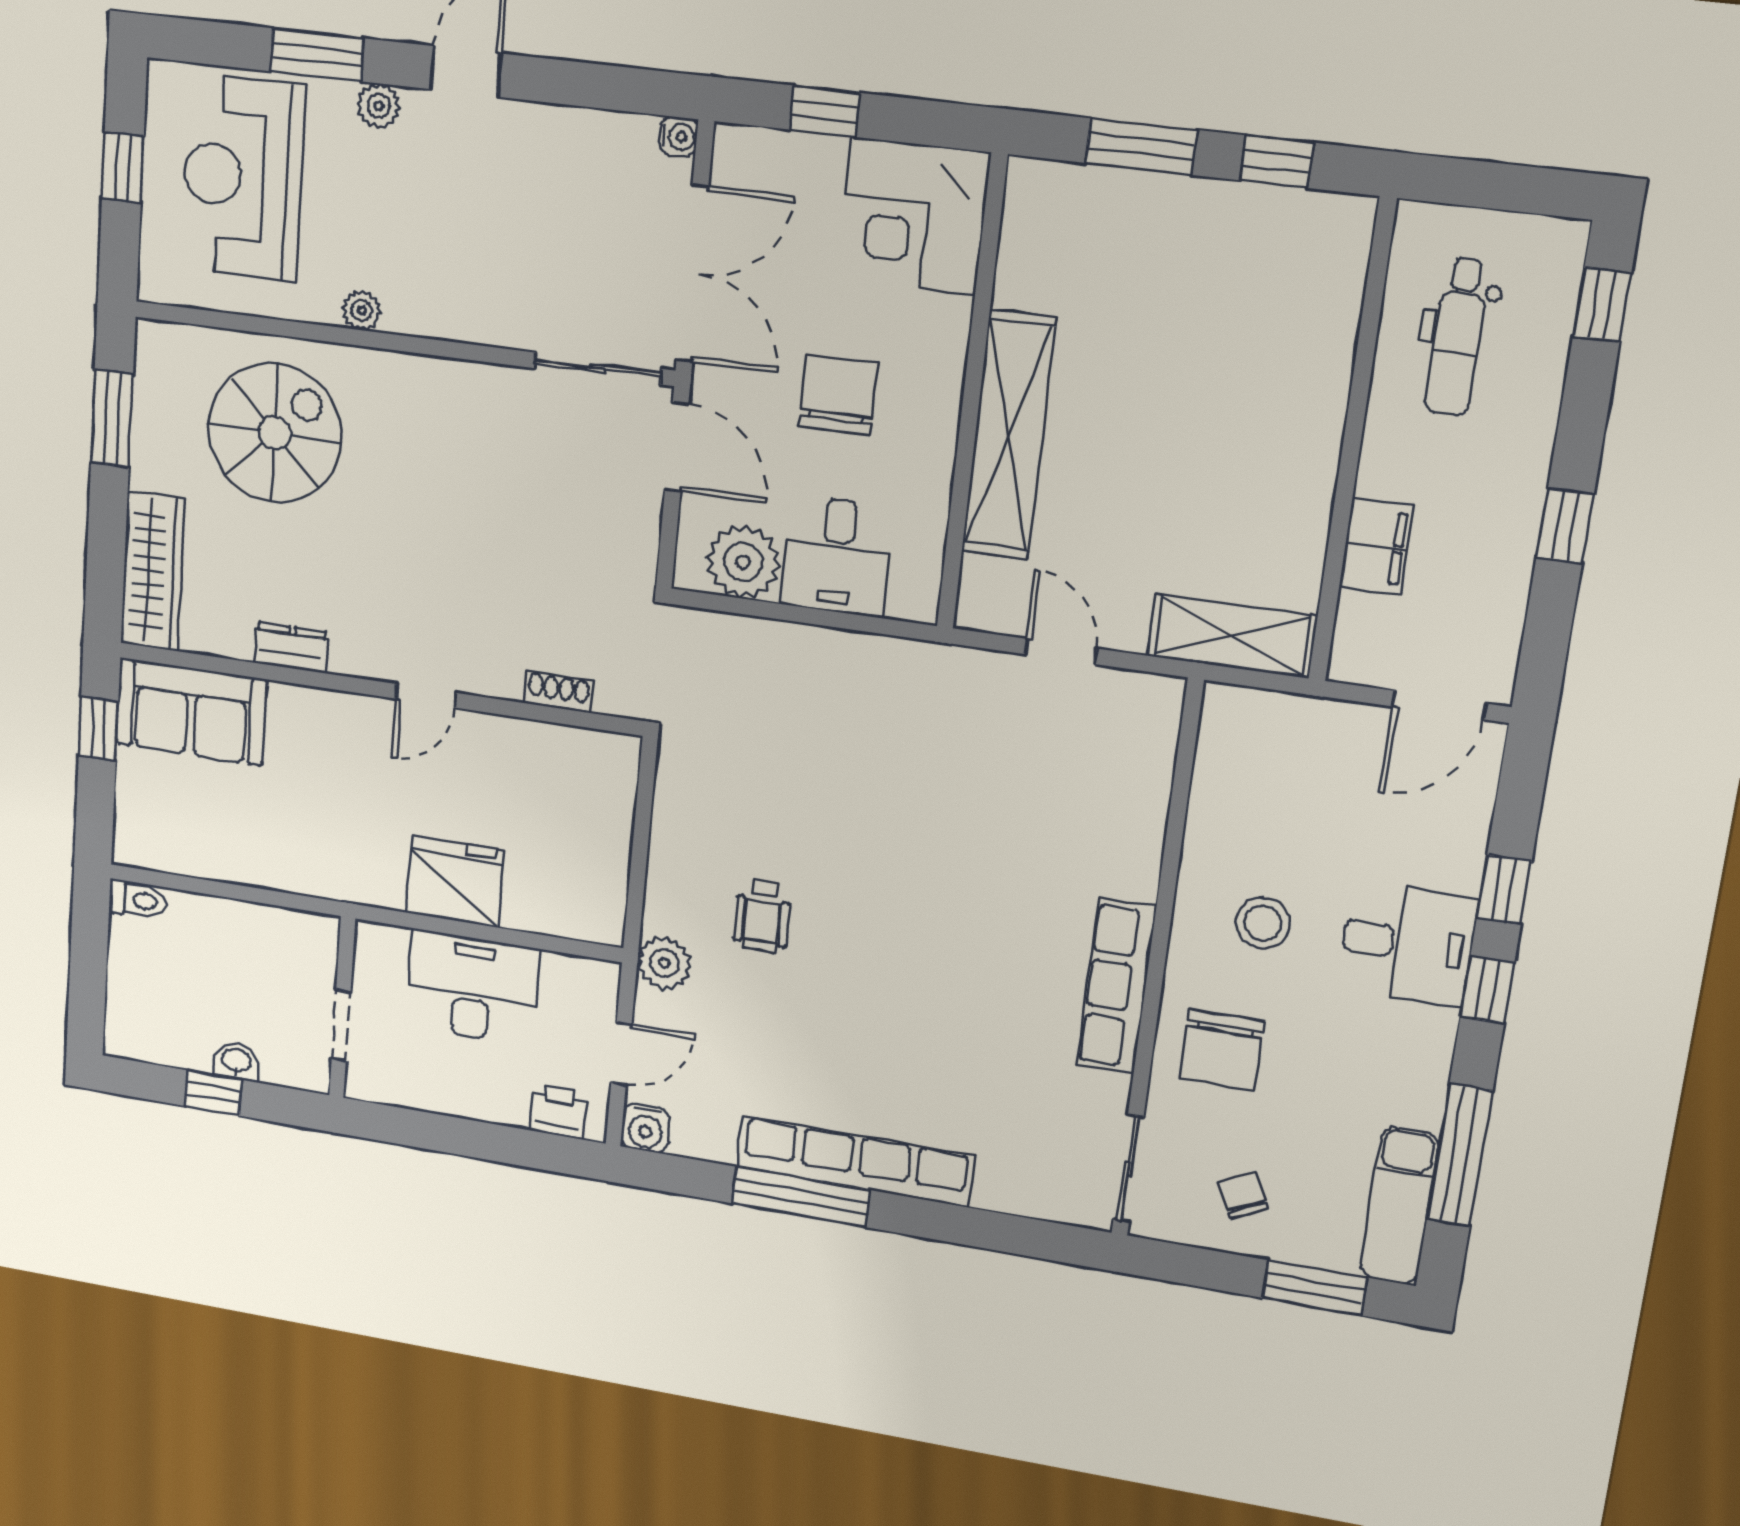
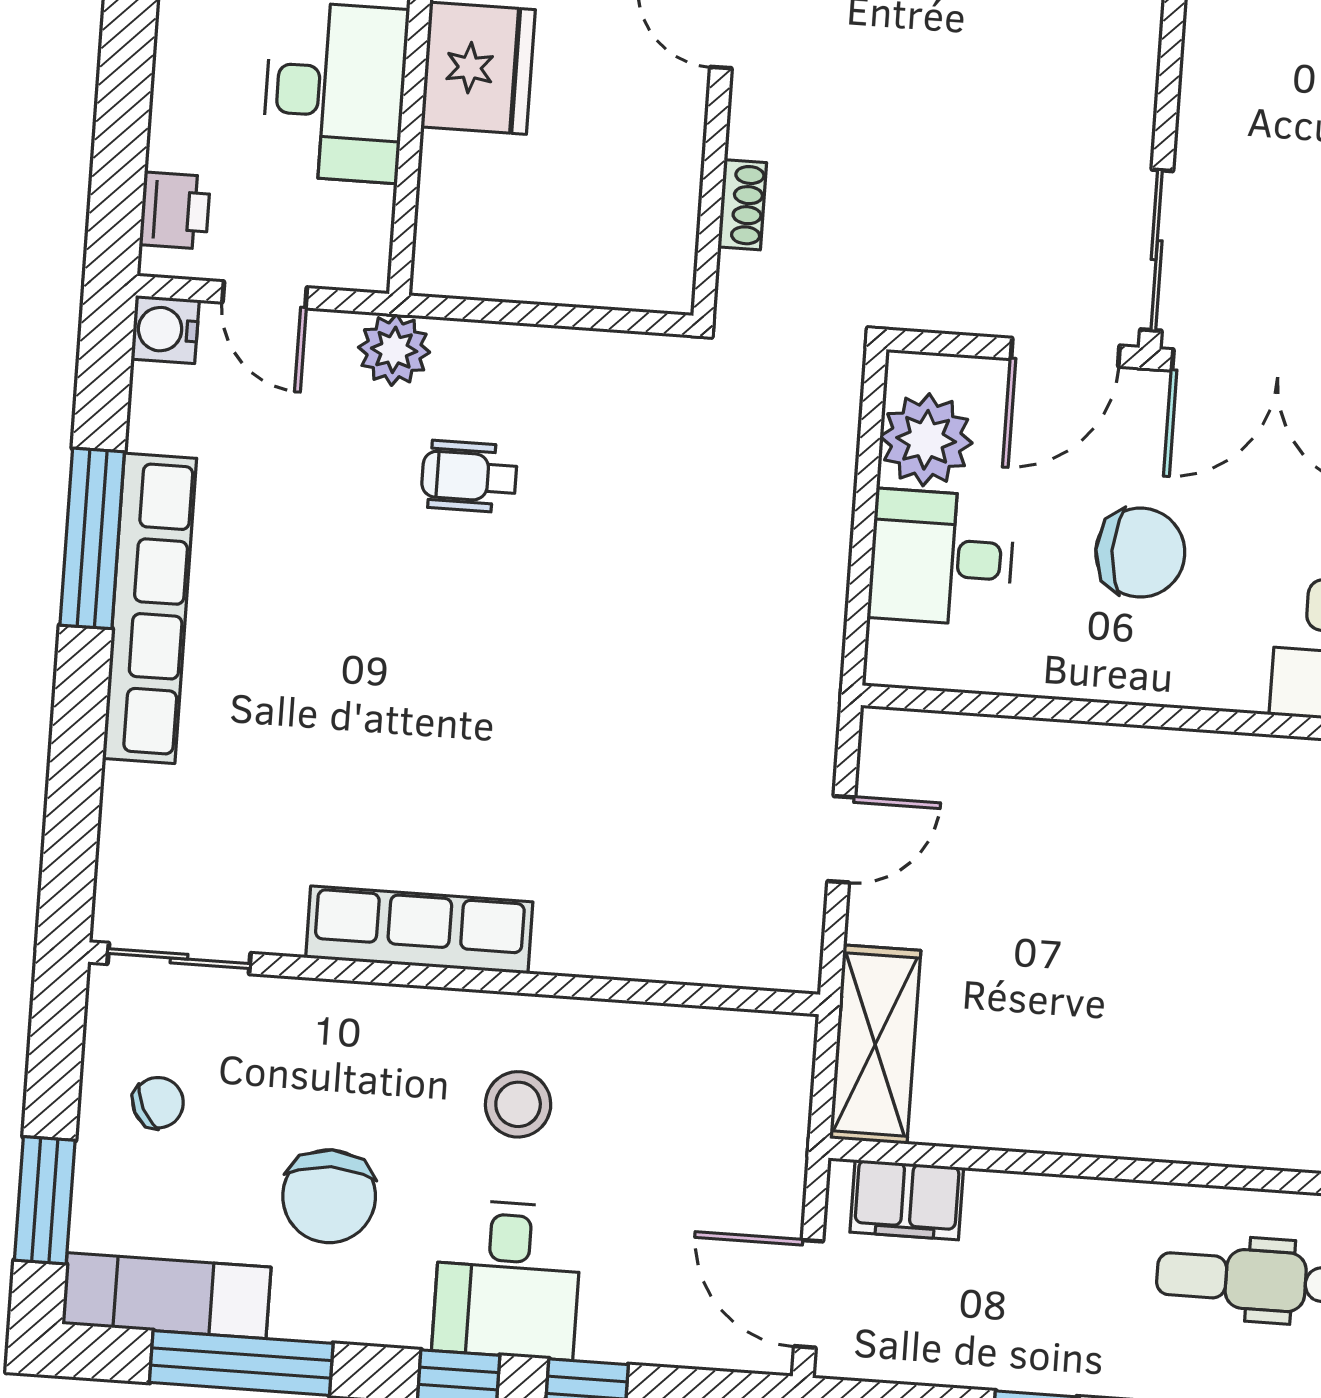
shelving: (1009, 435) -> (1103, 763), removed
filing cabinet: (1376, 546) -> (907, 1200), moved
chair: (1222, 1050) -> (329, 1196), moved, turned -90

